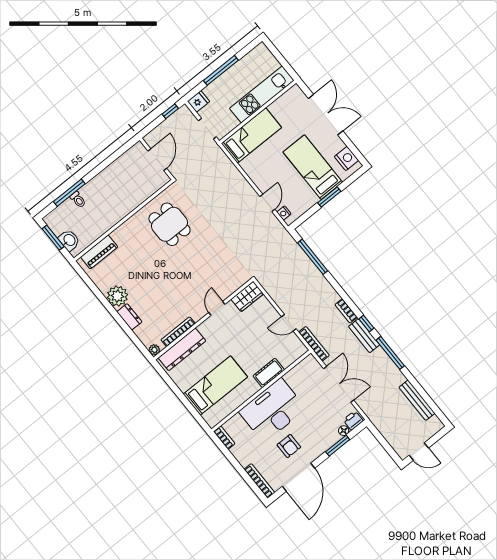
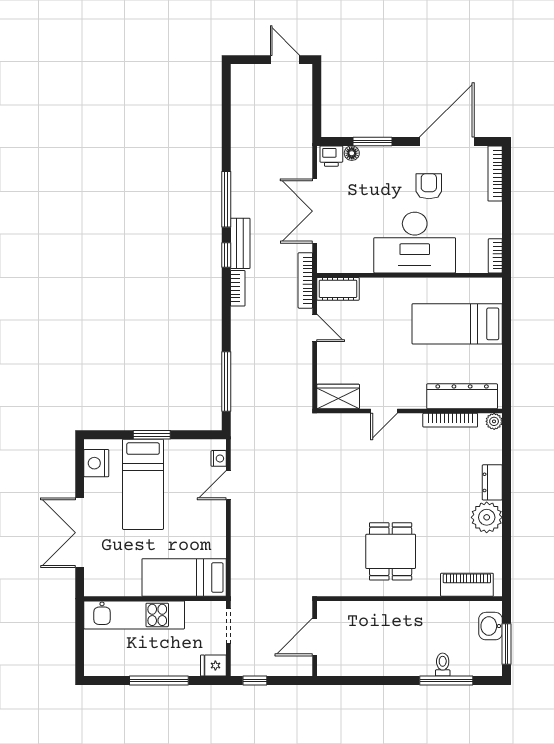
dining table: (170, 224) -> (391, 551), moved
cot: (269, 373) -> (338, 289), moved
bench: (417, 400) -> (239, 120), removed

